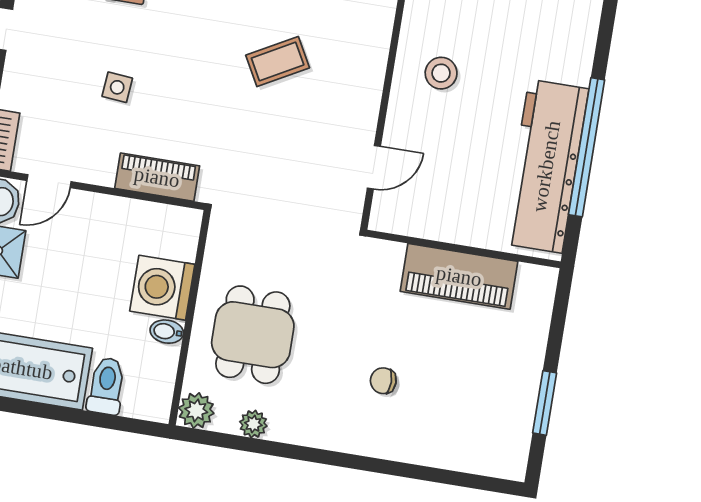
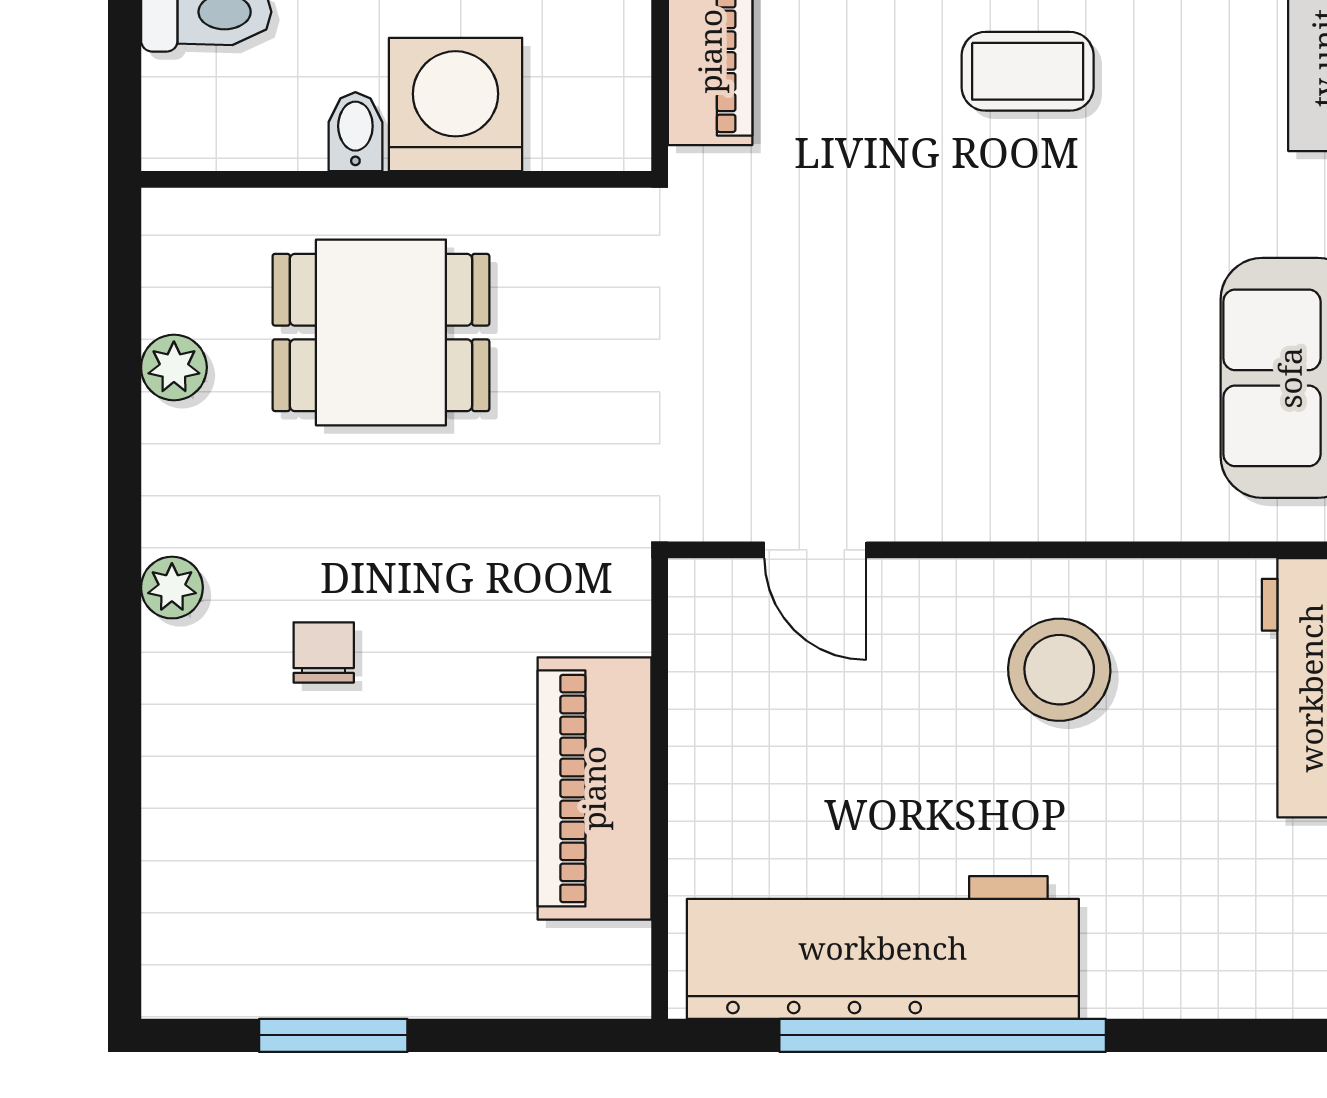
coffee table: (278, 61) -> (1028, 71), moved, turned -61
stool: (441, 73) -> (1059, 670), width x1.38, depth x1.38
plant: (196, 410) -> (172, 588), moved, width x0.73, depth x0.73

